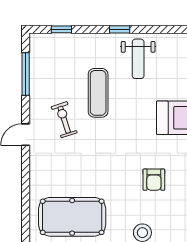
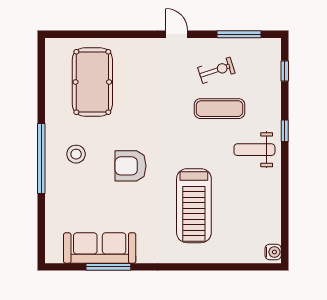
exercise bike: (64, 120) -> (216, 70), moved
armchair: (154, 180) -> (130, 166), width x1.38, depth x1.38

